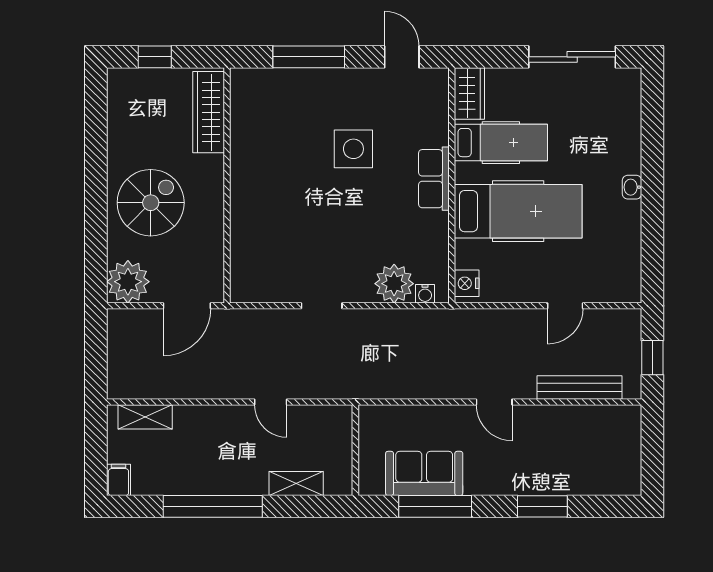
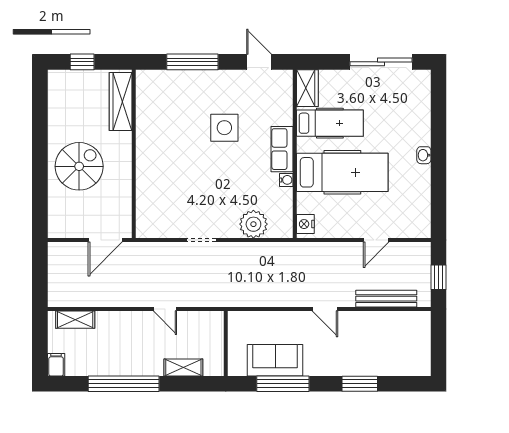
plant: (128, 282) -> (63, 223), removed
water cooler: (425, 294) -> (286, 180), moved, turned -90

